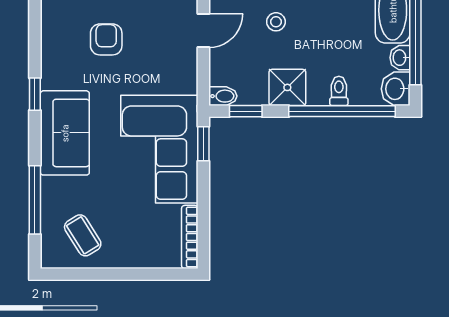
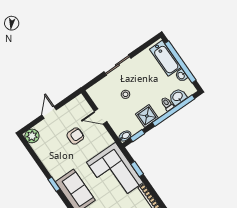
door: (203, 30) -> (101, 116), swing flipped
armchair: (106, 39) -> (75, 136), moved, turned 90
washbasin: (396, 89) -> (178, 97), moved, turned 90
window: (203, 144) -> (137, 169), moved

